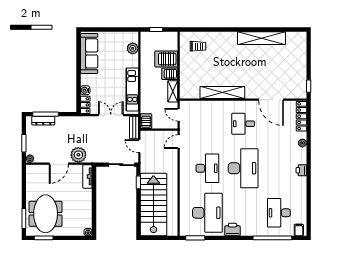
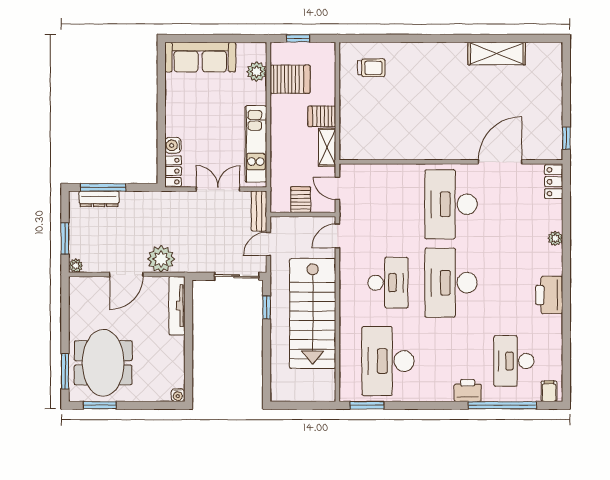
shelving: (261, 38) -> (497, 53), width x0.68
sofa: (89, 53) -> (200, 57), moved, turned 90
server rack: (166, 59) -> (290, 79), moved, turned 180
shelving: (222, 93) -> (414, 149), removed
door: (271, 100) -> (500, 162), swing flipped
locker: (301, 116) -> (554, 182), width x0.66
server rack: (146, 121) -> (301, 200), moved
desk: (243, 124) -> (451, 204), width x1.87, depth x1.30
door: (139, 146) -> (268, 244), hinge flipped
desk: (243, 168) -> (451, 283), turned 180
printer: (301, 170) -> (549, 295), width x1.87, depth x1.48
tv unit: (87, 176) -> (177, 306), width x1.41
stairs: (153, 205) -> (313, 313), moved, turned 180
desk: (207, 213) -> (388, 361), turned 180
printer: (233, 230) -> (468, 391), moved

